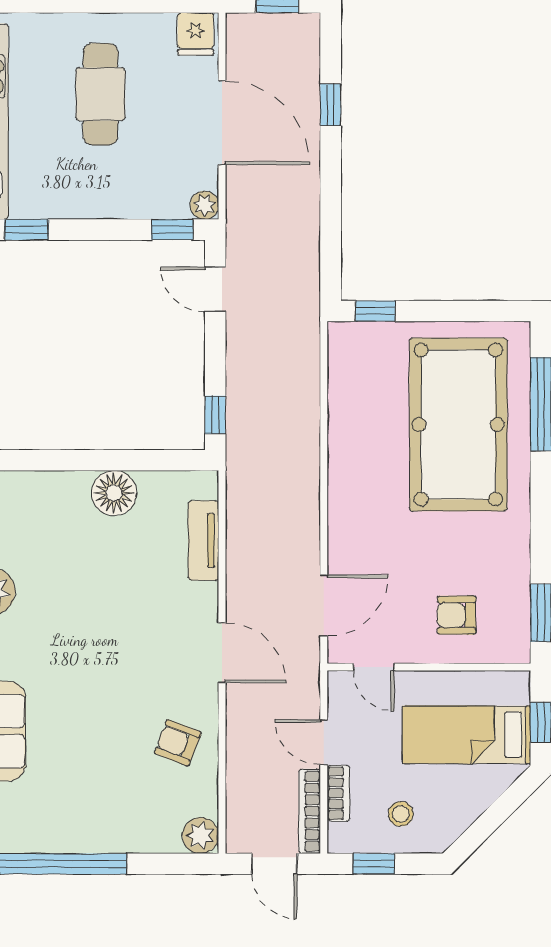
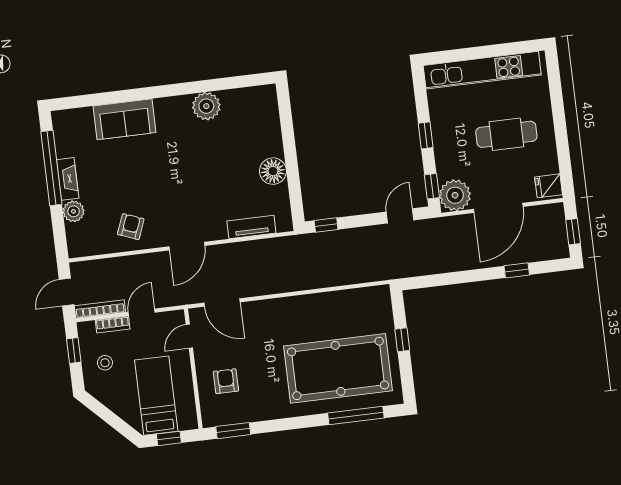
plant: (204, 205) -> (455, 195), width x1.88, depth x1.88
window: (27, 230) -> (426, 135), moved
window: (375, 311) -> (402, 340), moved
plant: (201, 836) -> (74, 211), moved
fireplace: (85, 839) -> (68, 179), added

